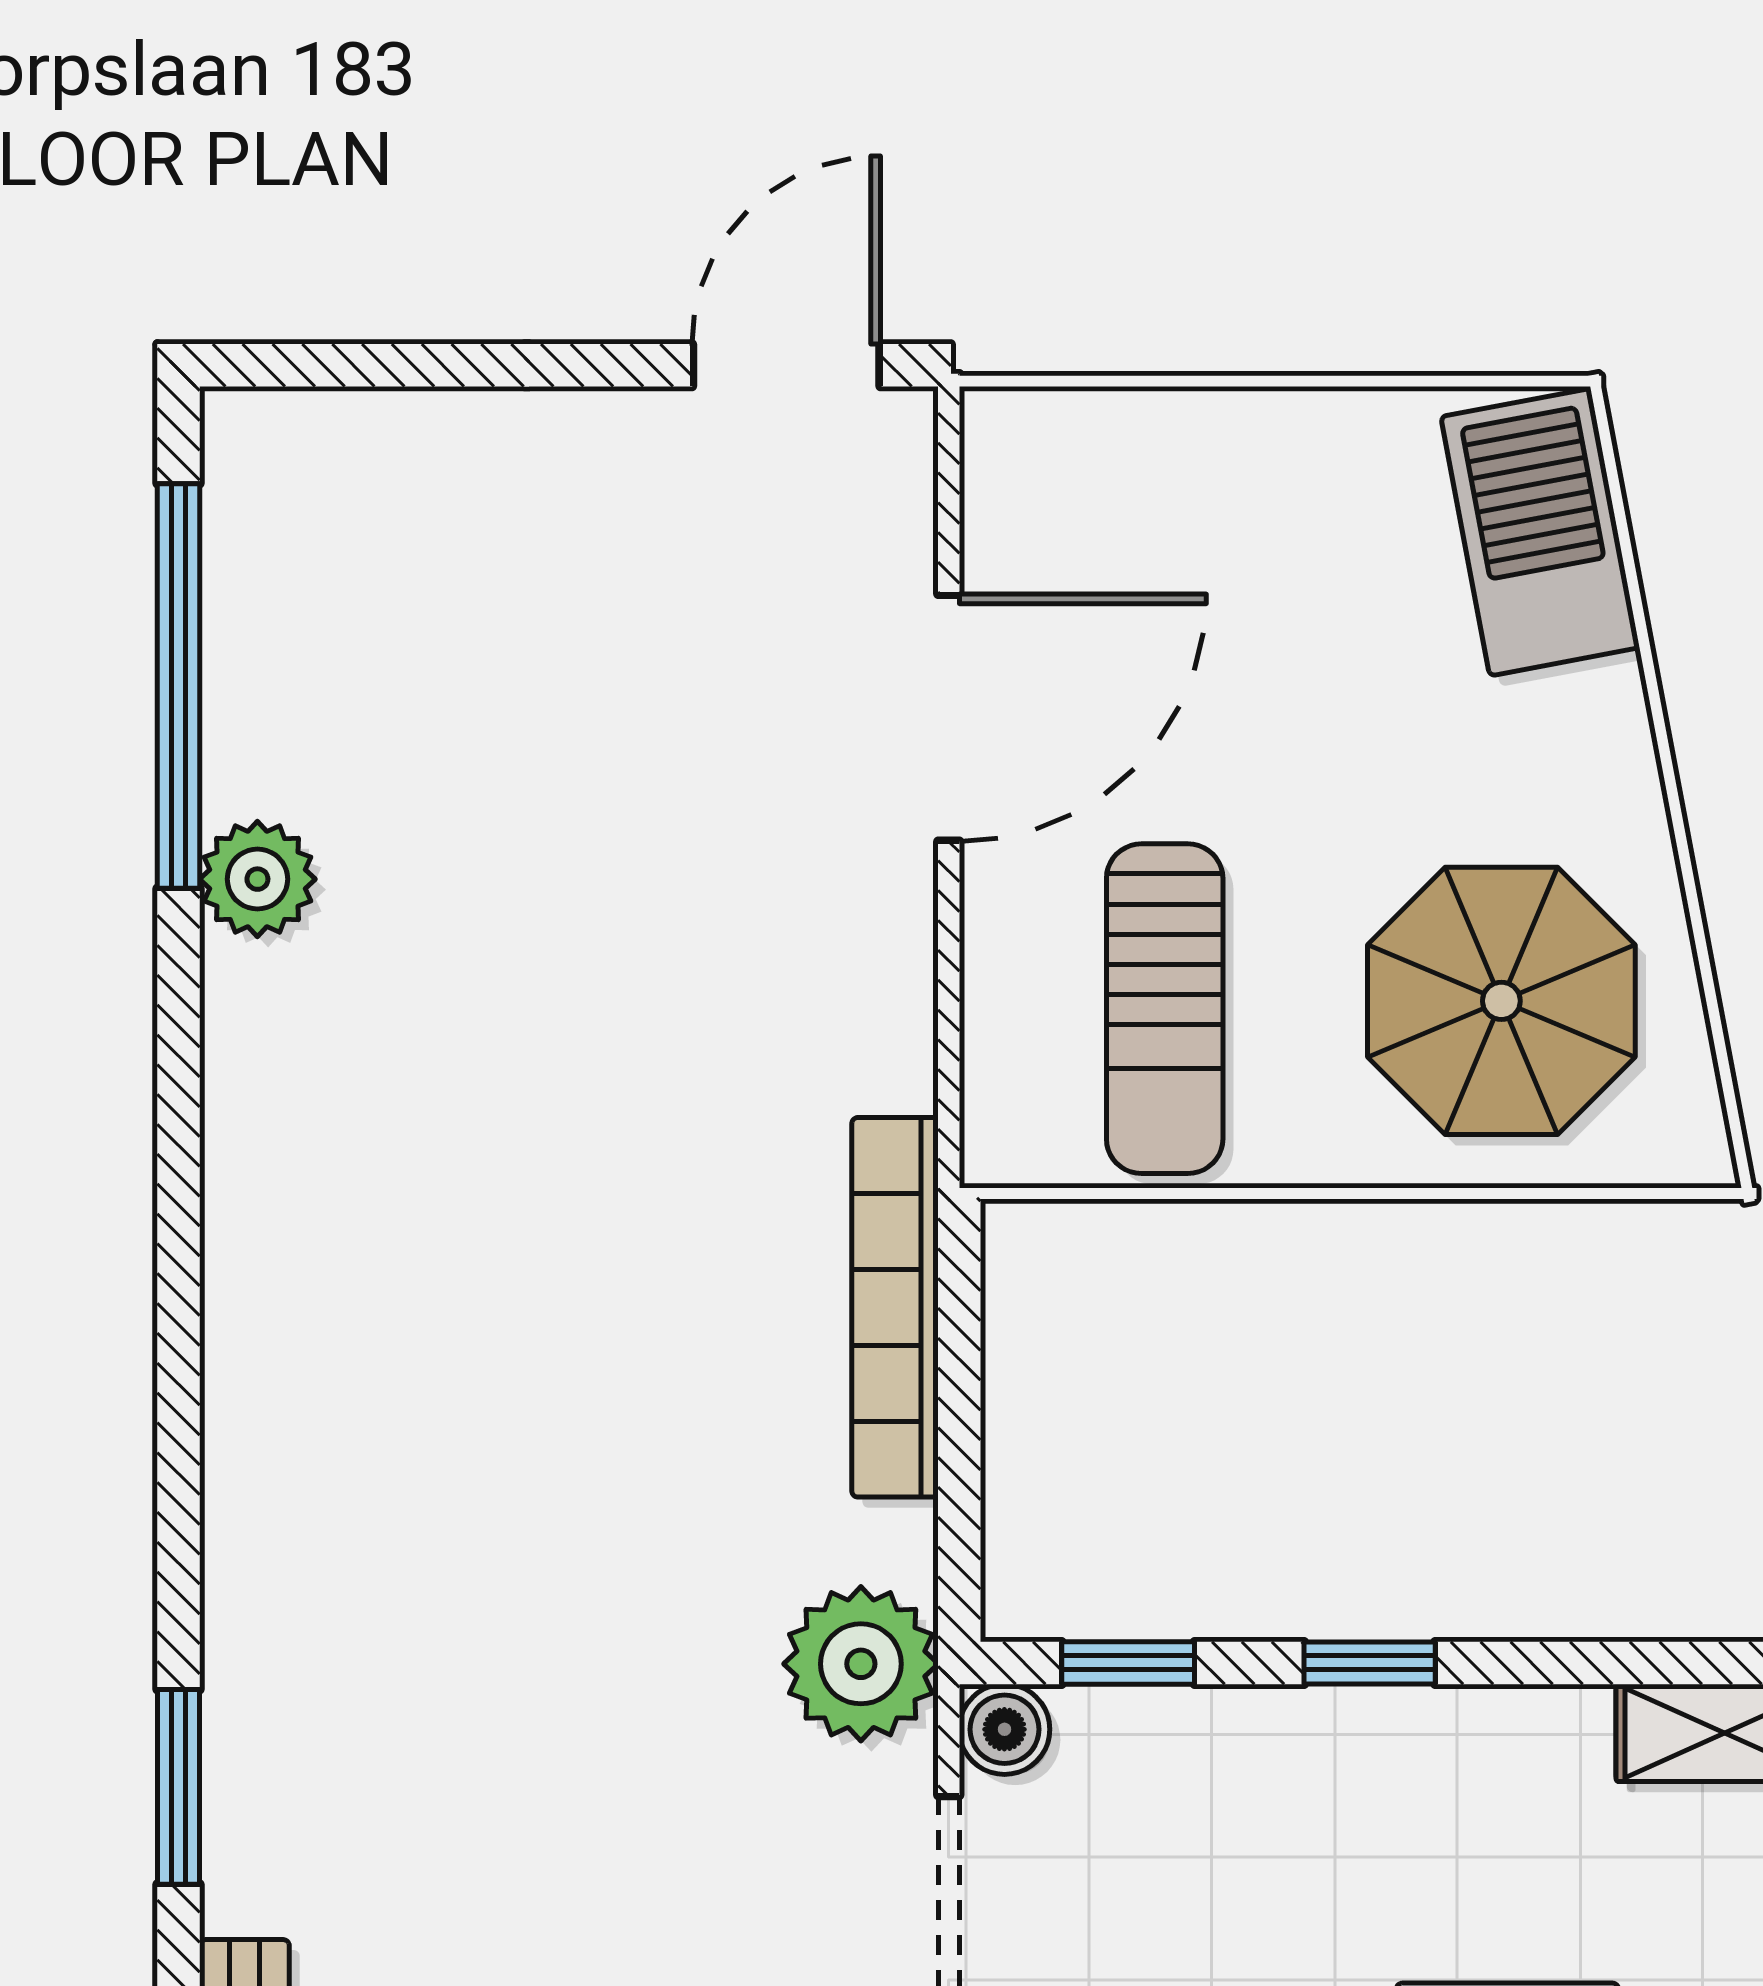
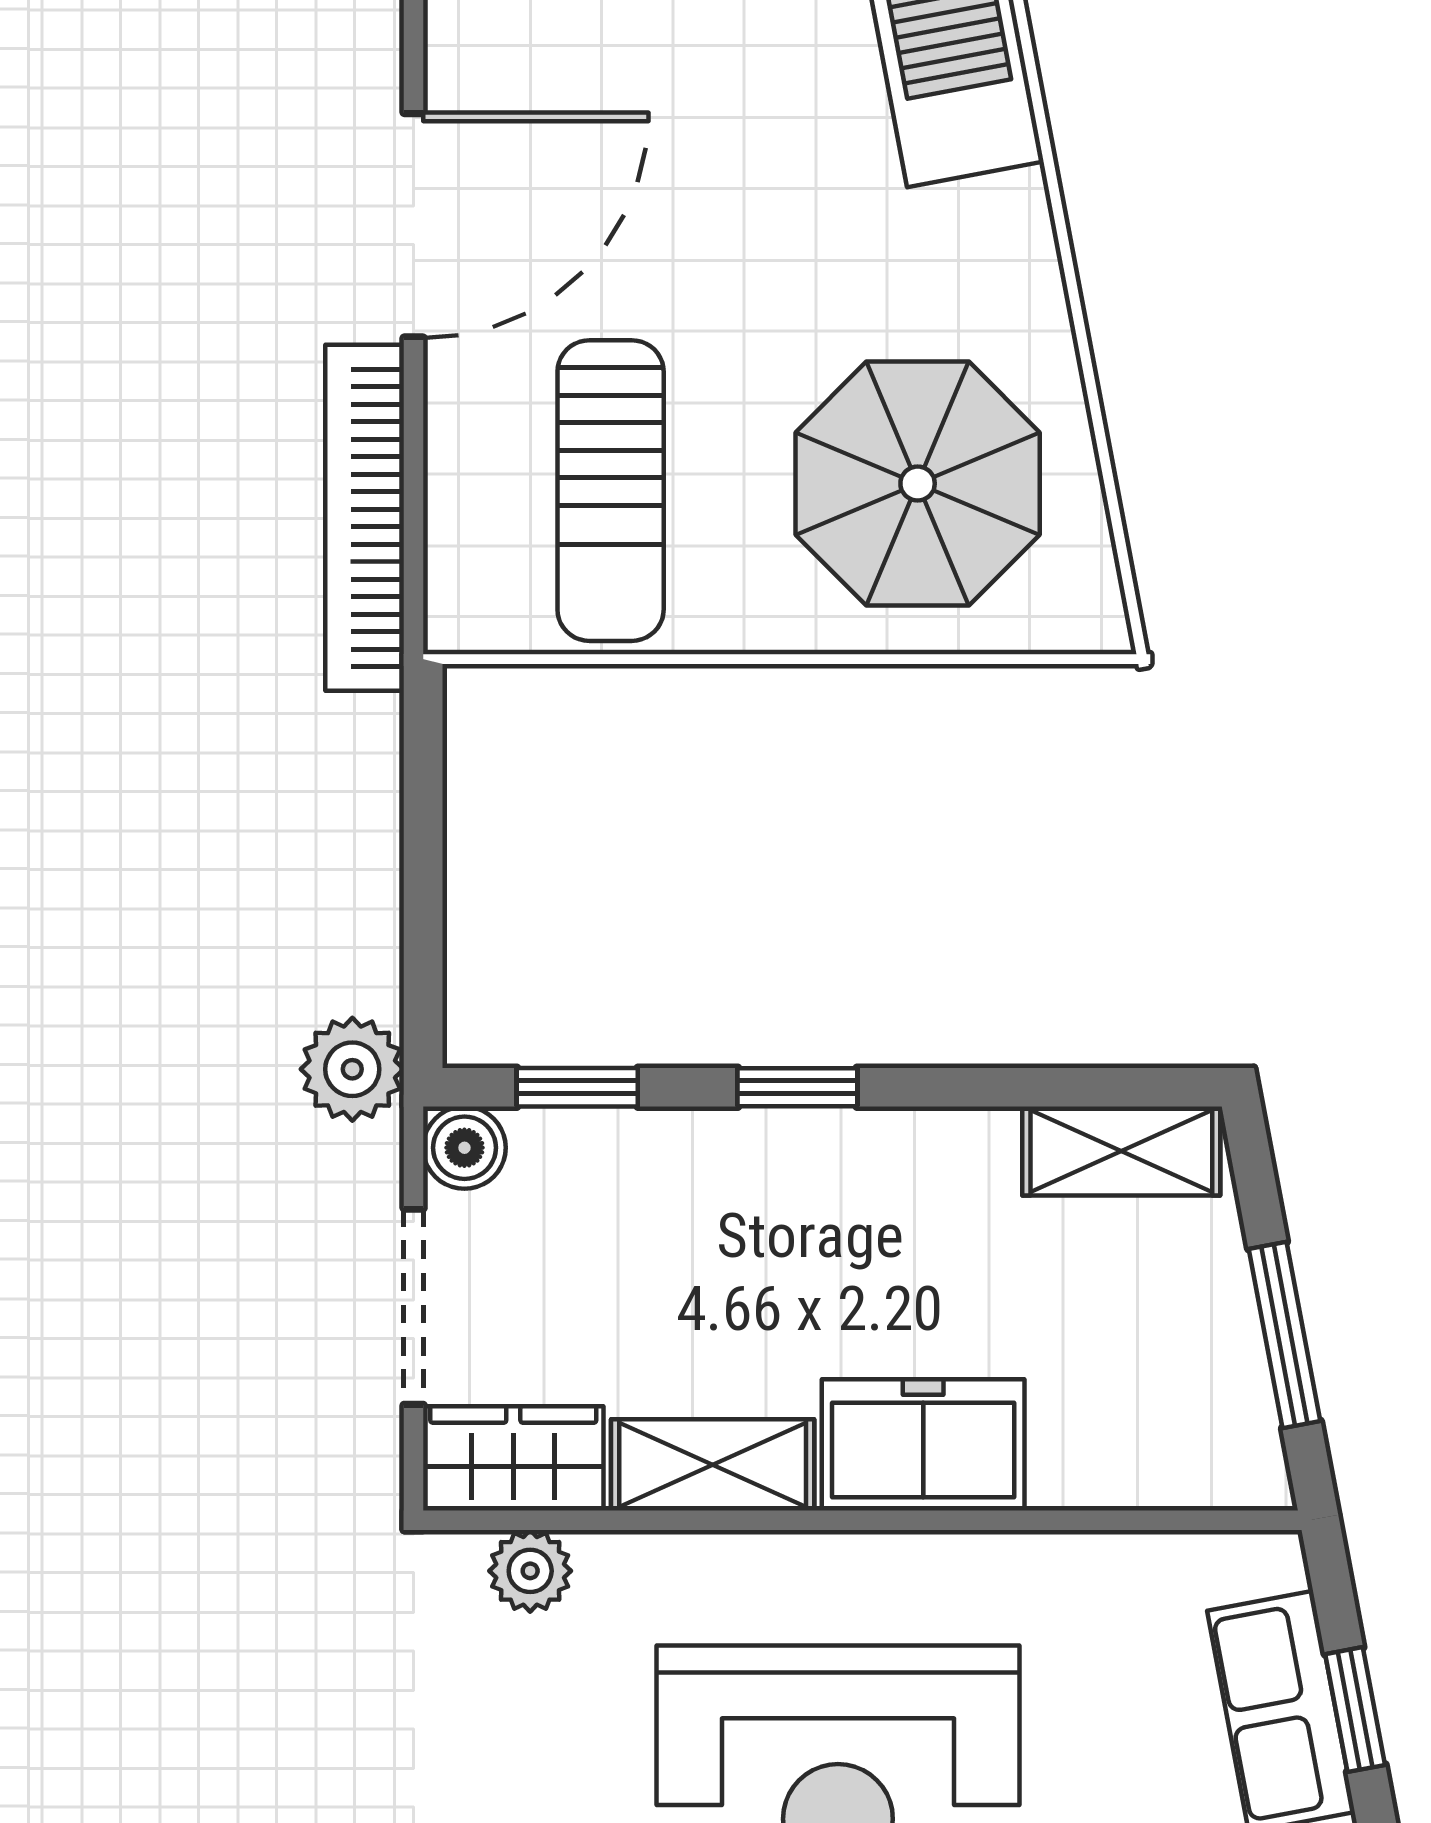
bookcase: (895, 1307) -> (365, 518), moved
plant: (861, 1664) -> (352, 1069), width x0.73, depth x0.73

